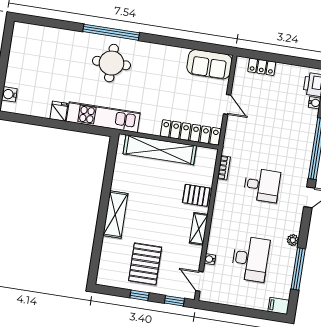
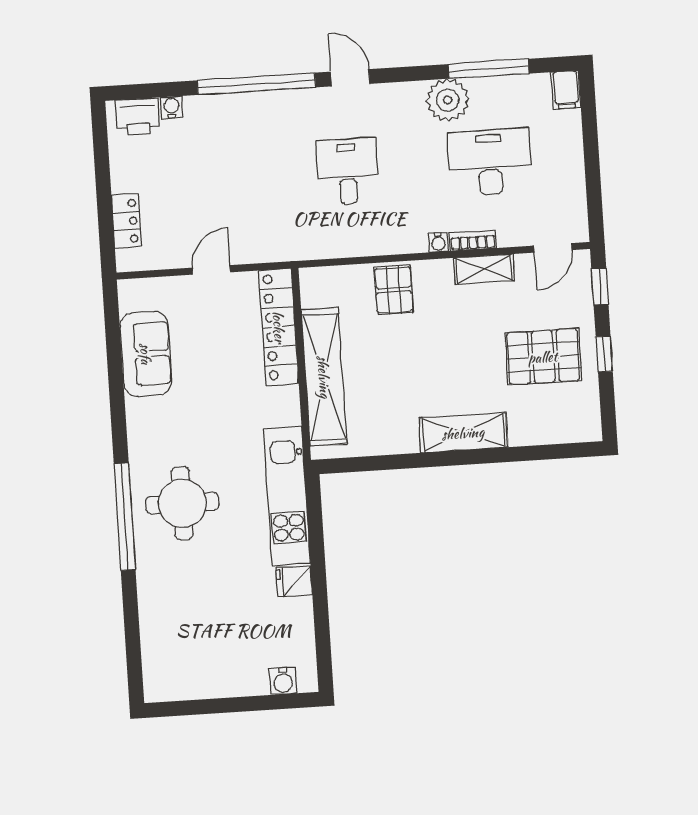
sofa: (209, 64) -> (146, 354), moved
bookcase: (224, 168) -> (473, 240), moved
shelving: (199, 229) -> (484, 269), moved
plant: (293, 240) -> (448, 100), width x1.88, depth x1.88
water cooler: (210, 259) -> (438, 242), moved

